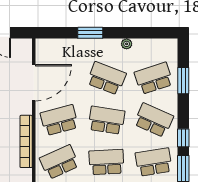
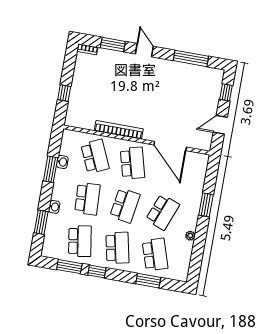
school desk: (154, 120) -> (117, 248), turned -36

